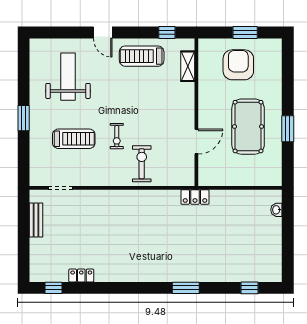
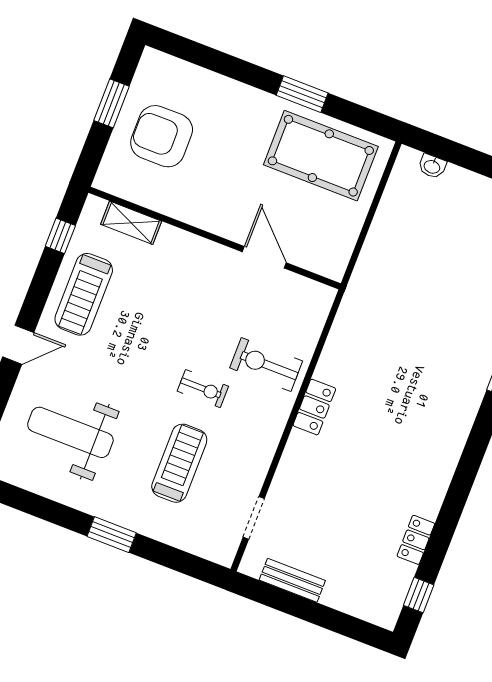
pool table: (248, 127) -> (321, 156), moved
locker: (195, 197) -> (314, 407), moved

